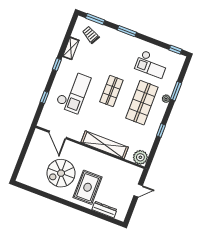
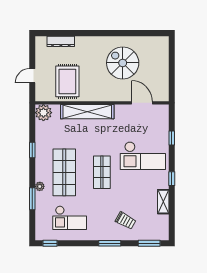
trolley: (91, 35) -> (126, 221), moved
checkout: (152, 64) -> (70, 218), turned 180
checkout: (73, 92) -> (143, 156), turned -90
spiral stairs: (61, 173) -> (123, 63), turned -90
rug: (88, 187) -> (67, 81), moved

